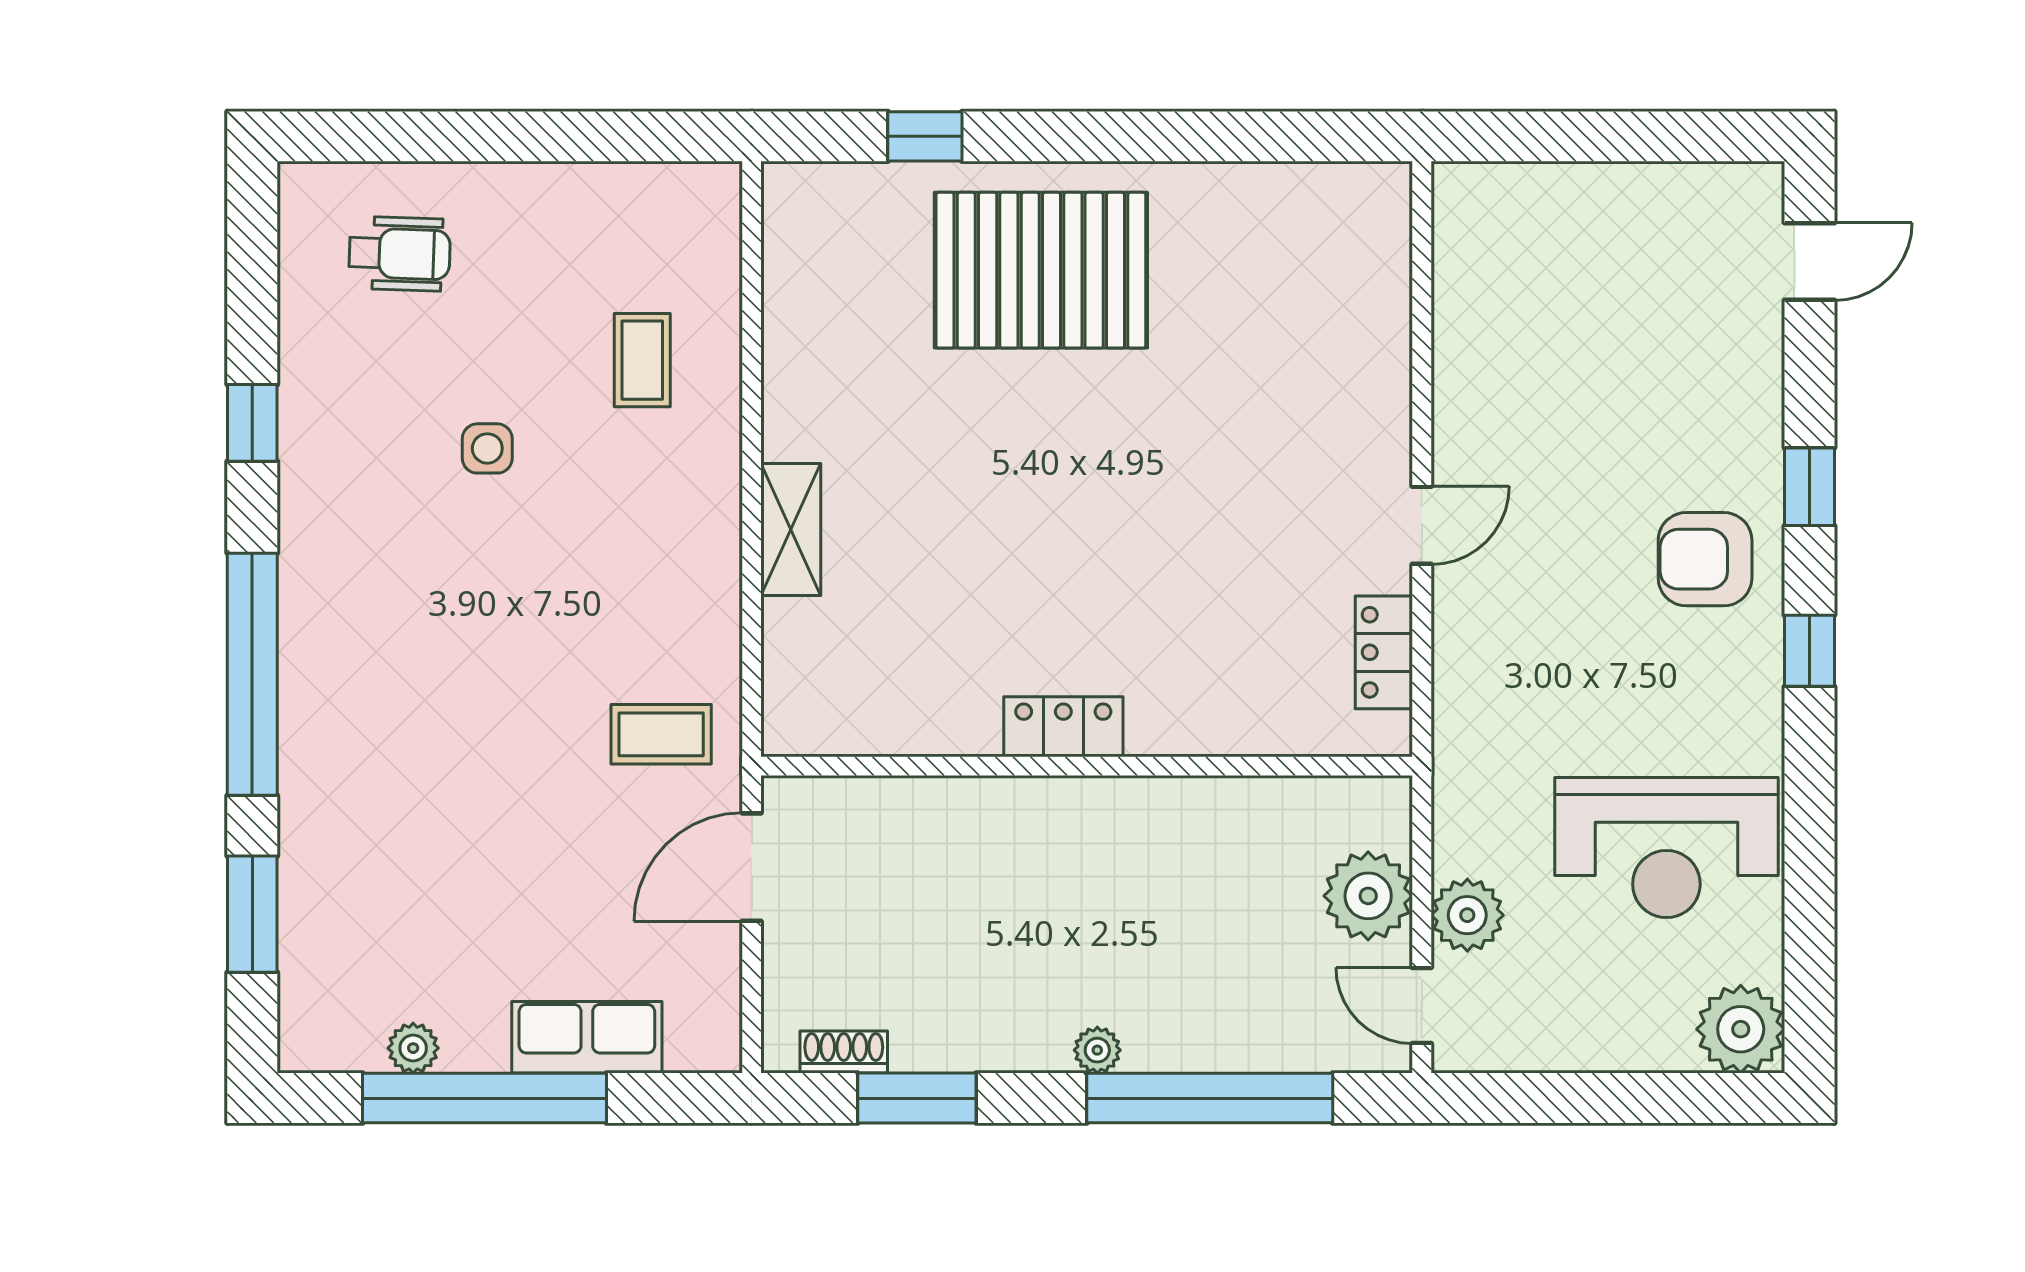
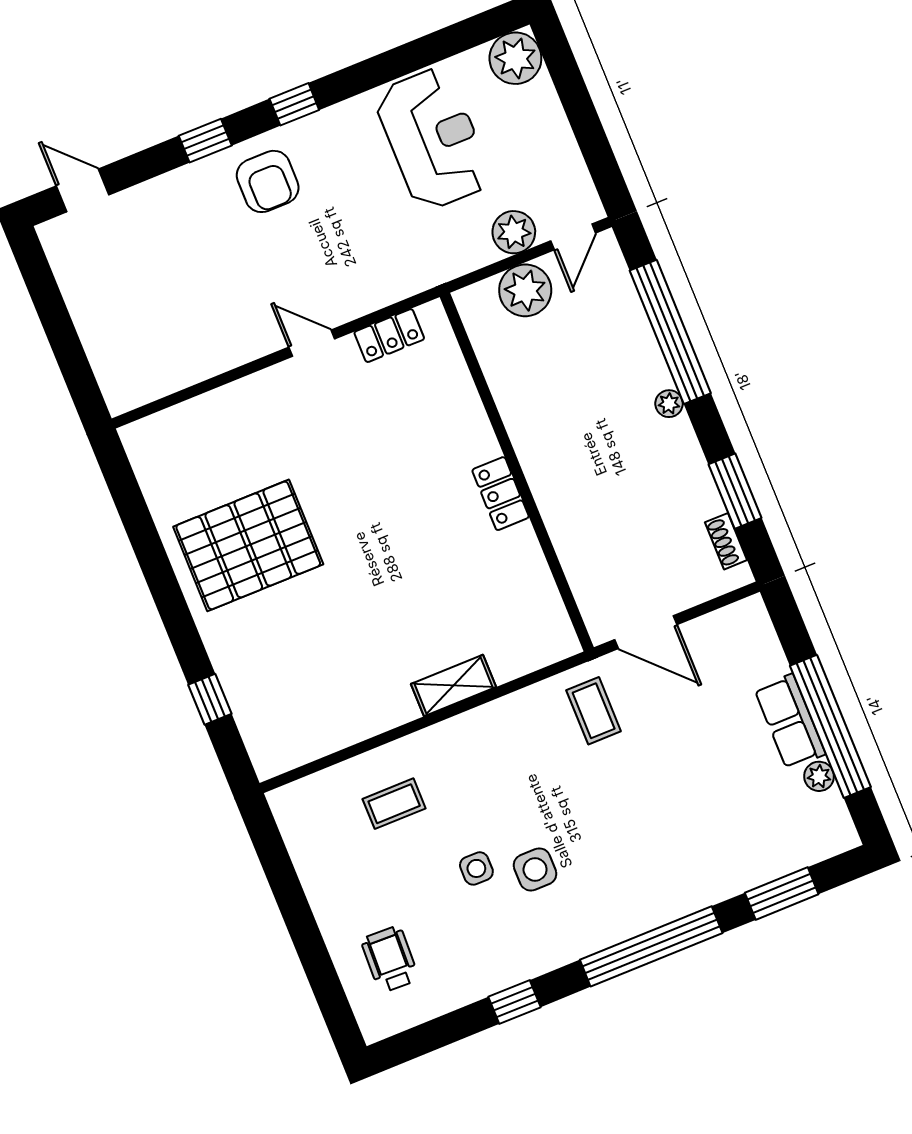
pallet: (1041, 270) -> (248, 545), moved, turned 90
side table: (448, 540) -> (535, 869), added
row of seats: (587, 1037) -> (790, 722), moved

